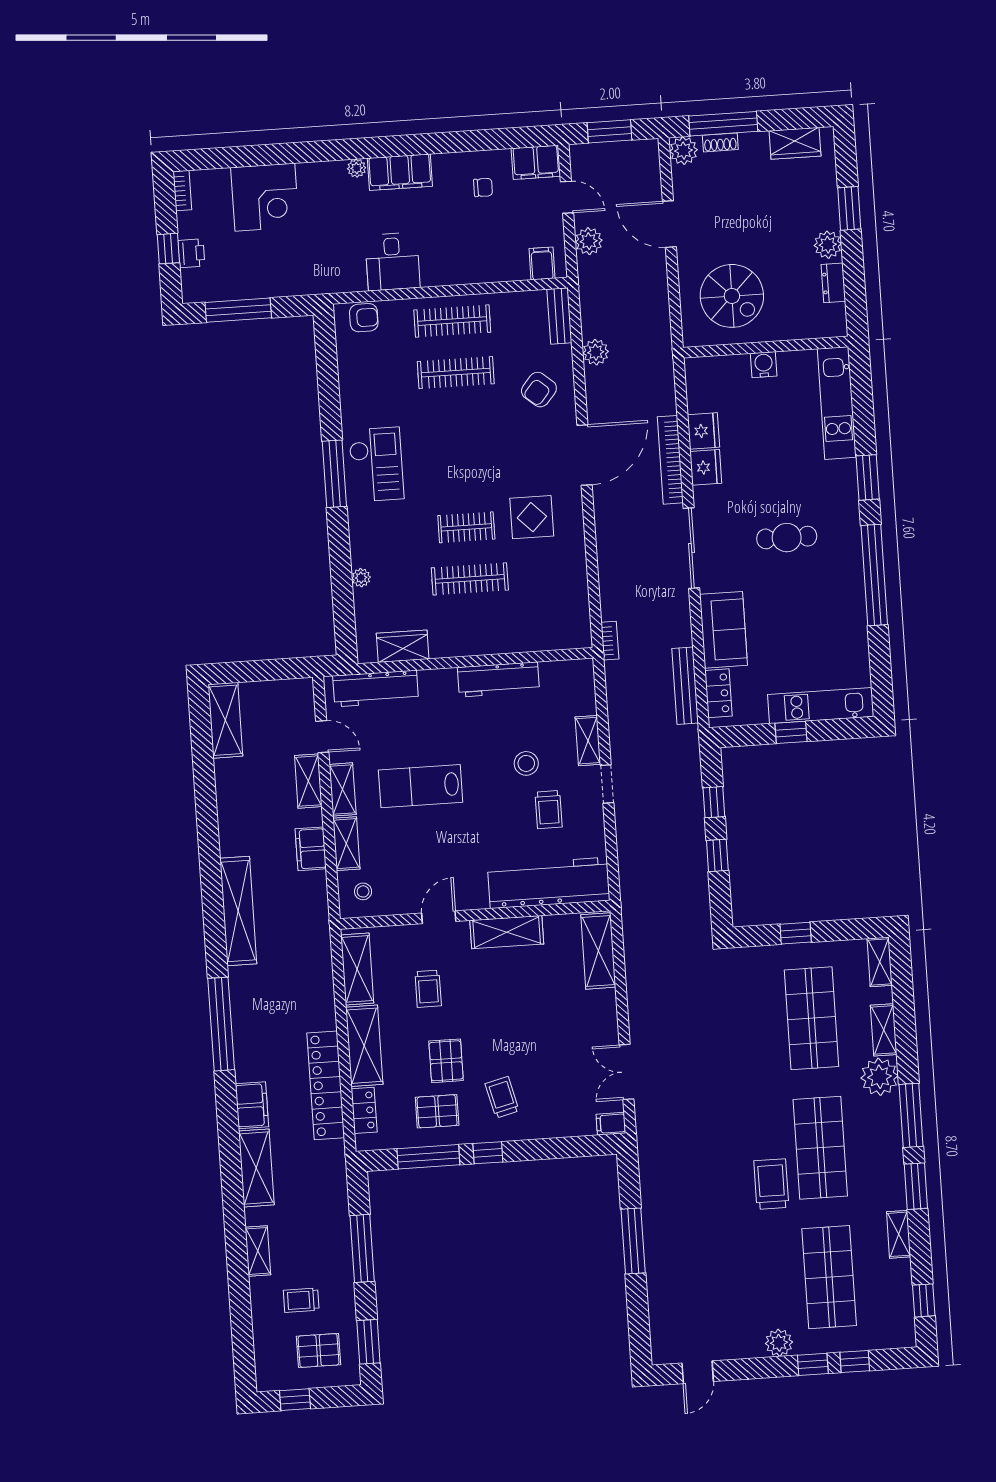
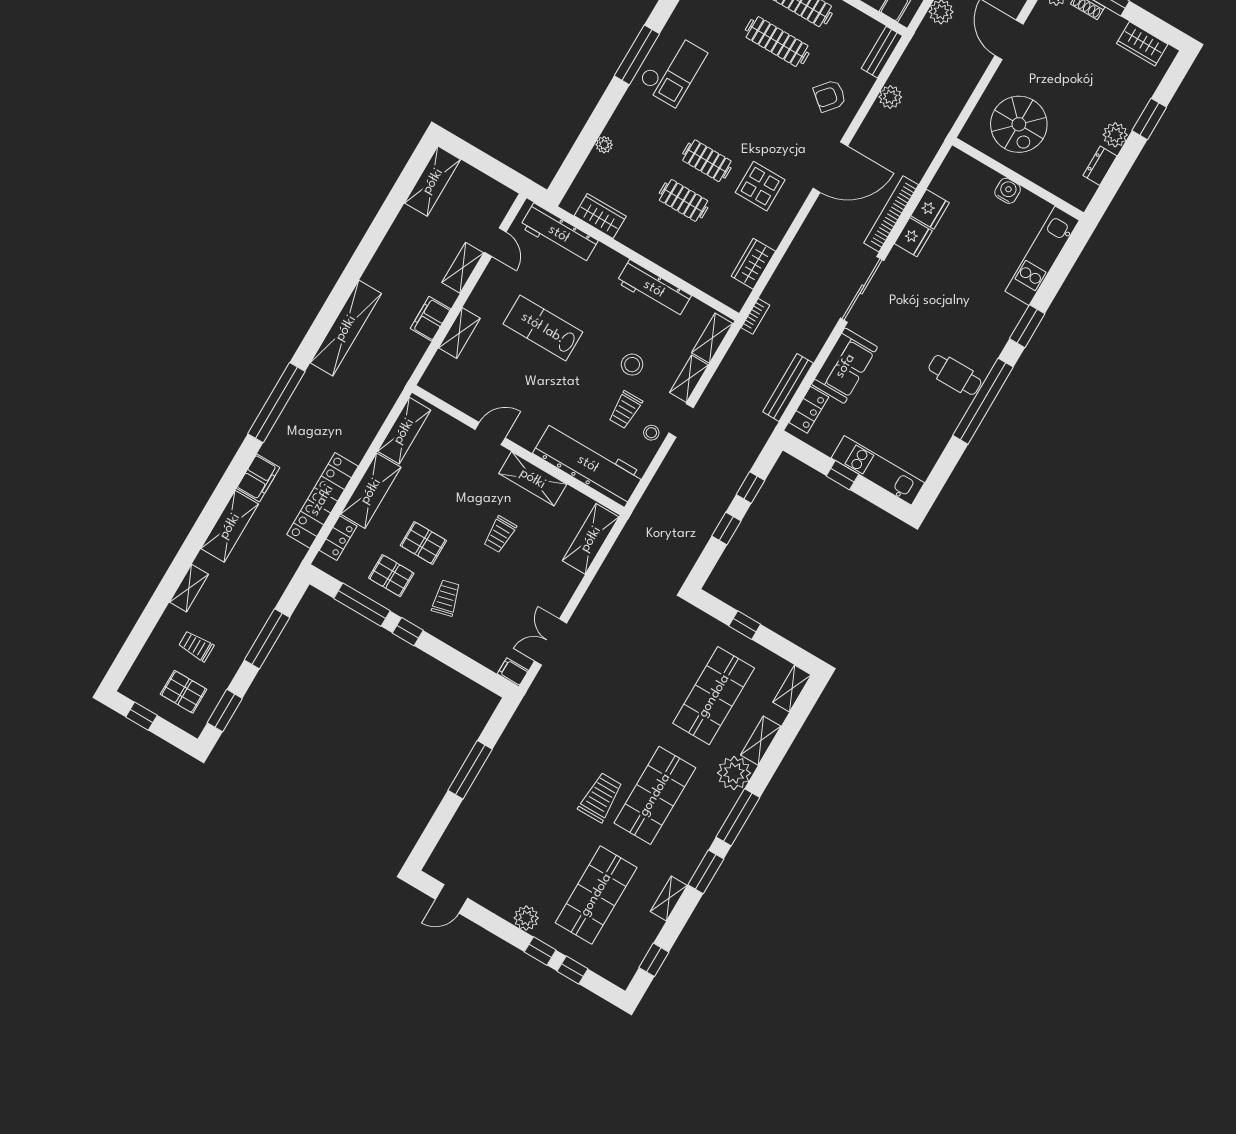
cafe table: (787, 538) -> (955, 375), moved
clothes rail: (470, 579) -> (683, 200), width x0.73
wardrobe: (575, 593) -> (753, 264), added
shelving: (343, 789) -> (712, 338), moved
stool: (363, 891) -> (651, 433), moved
trolley: (428, 989) -> (500, 534), moved
pallet: (446, 1061) -> (423, 543), turned 90

